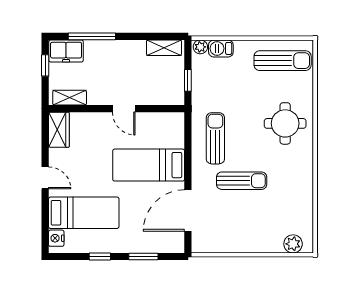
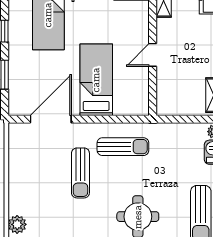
window: (188, 80) -> (181, 119), removed
door: (188, 210) -> (51, 119), hinge flipped

